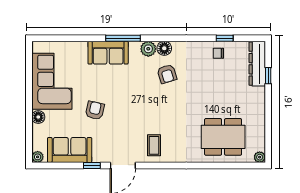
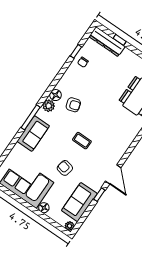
coffee table: (154, 145) -> (82, 141), moved

